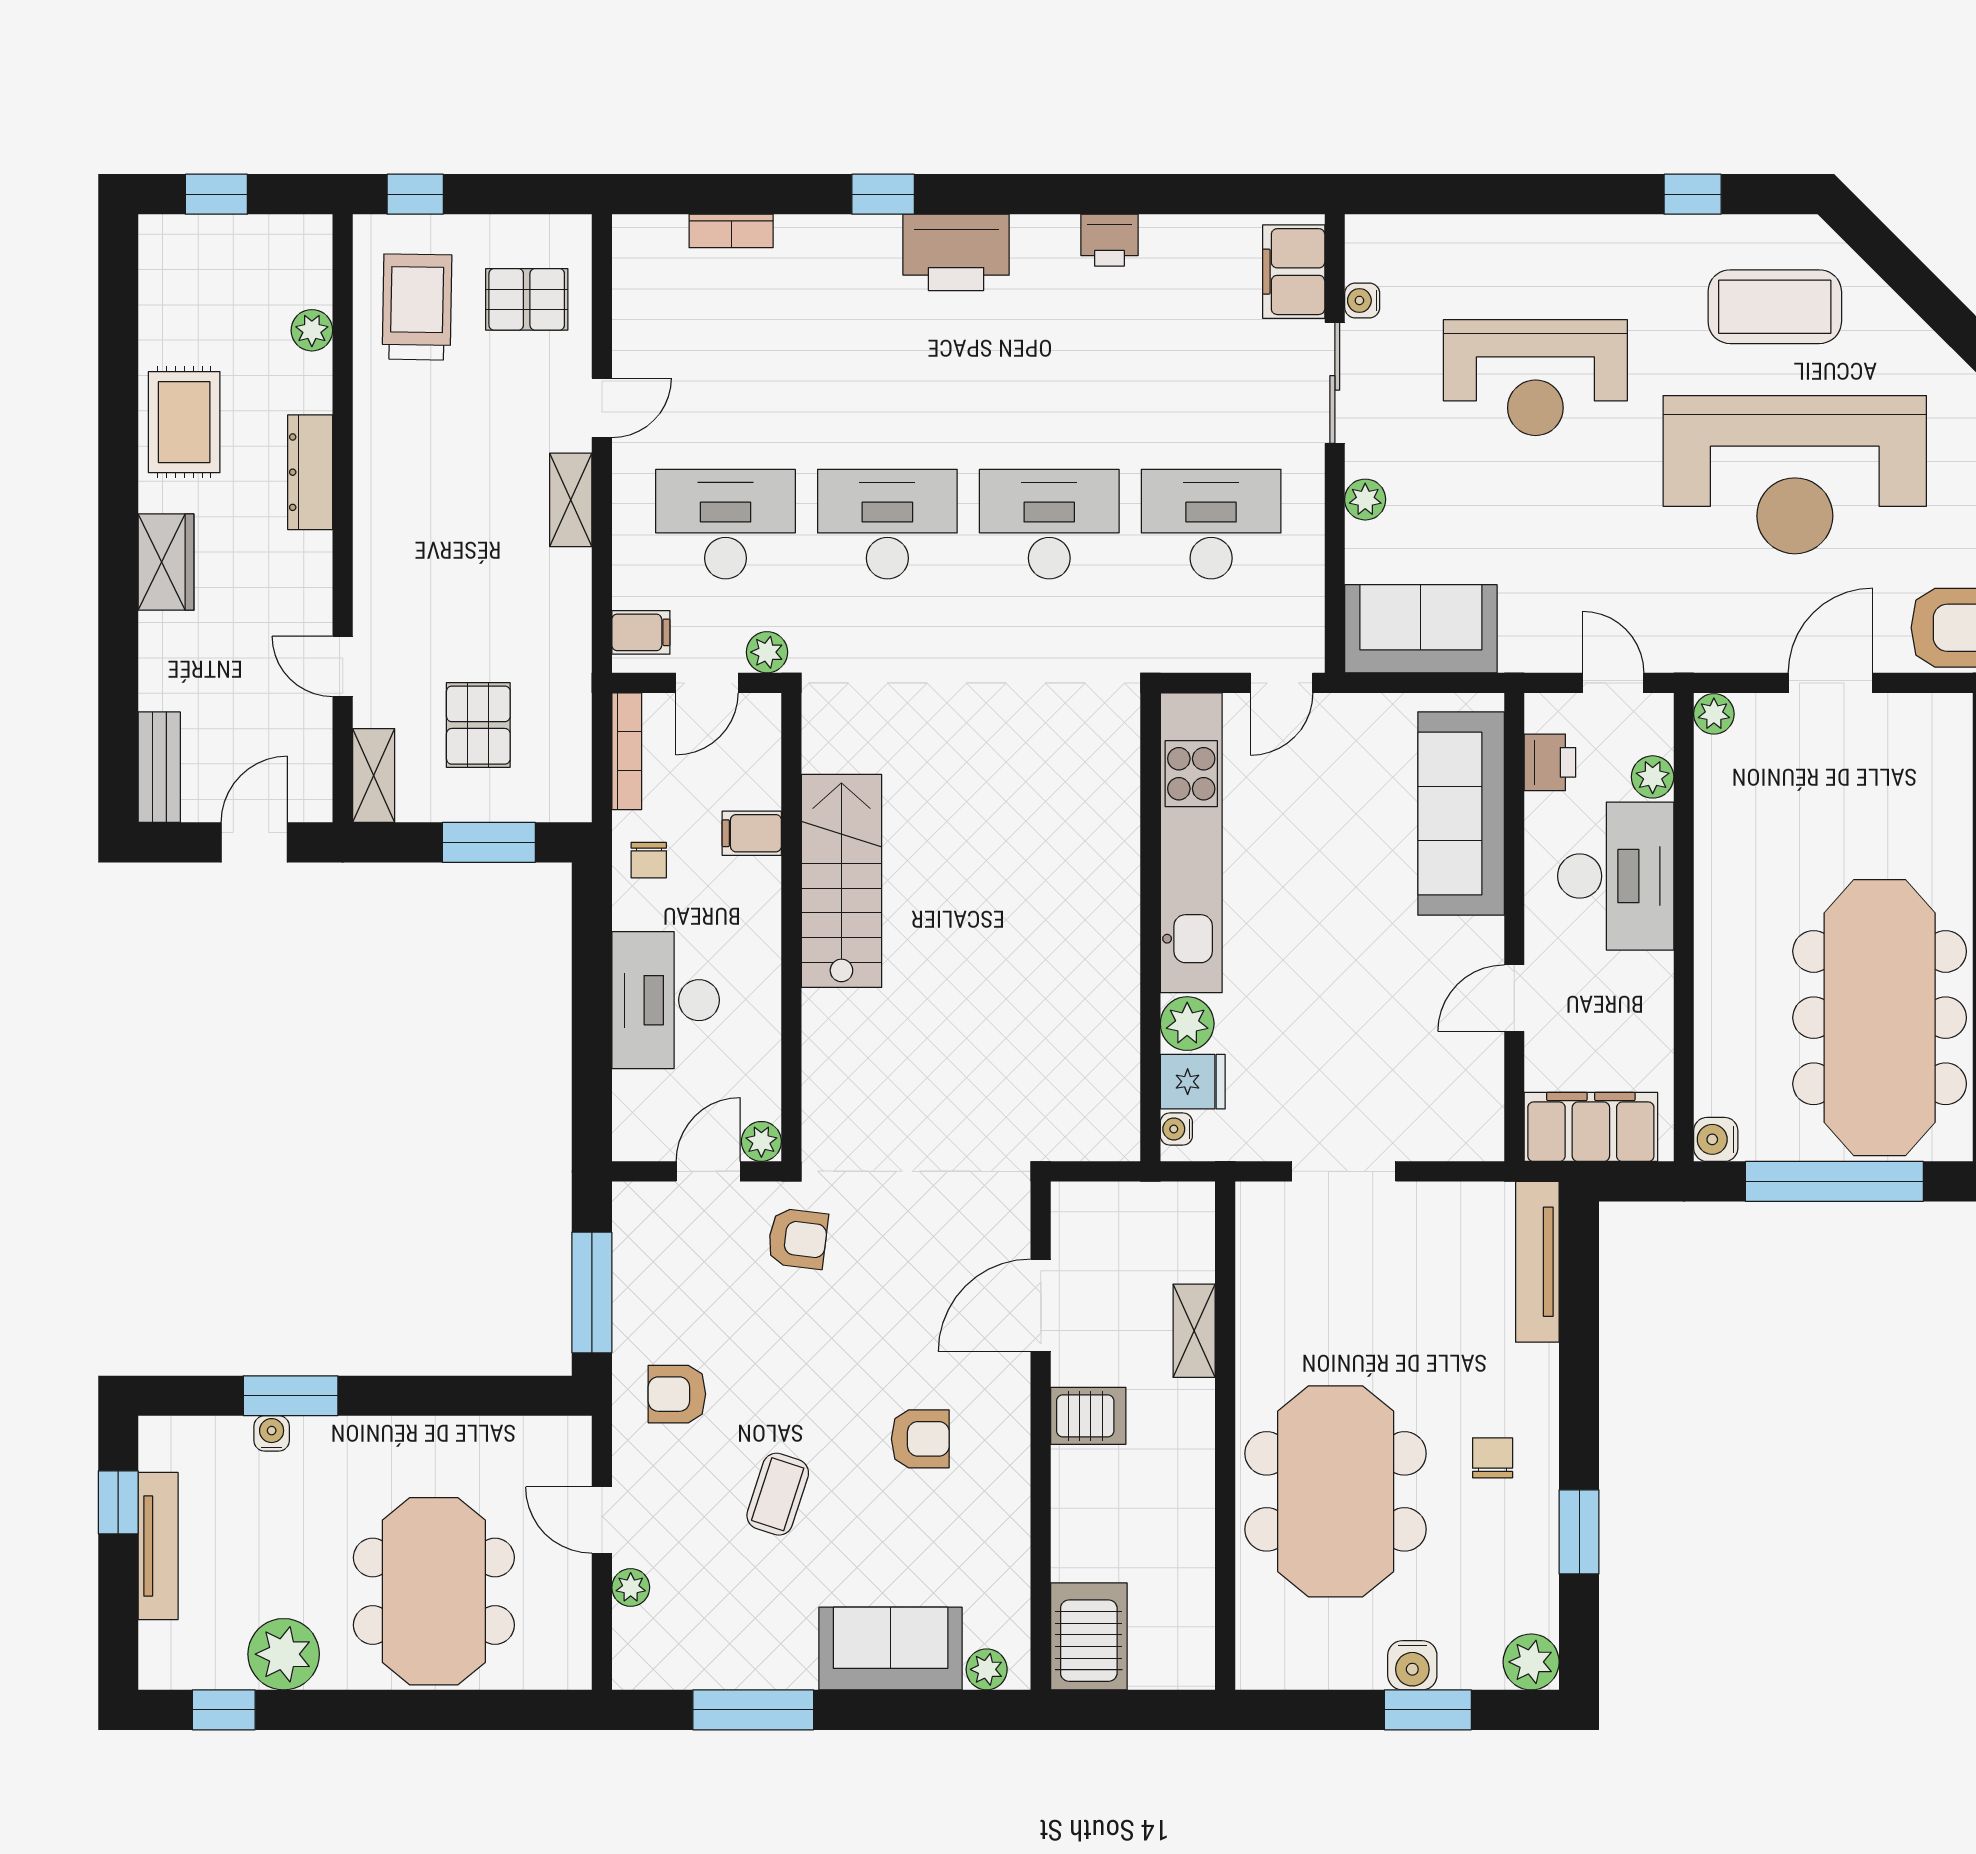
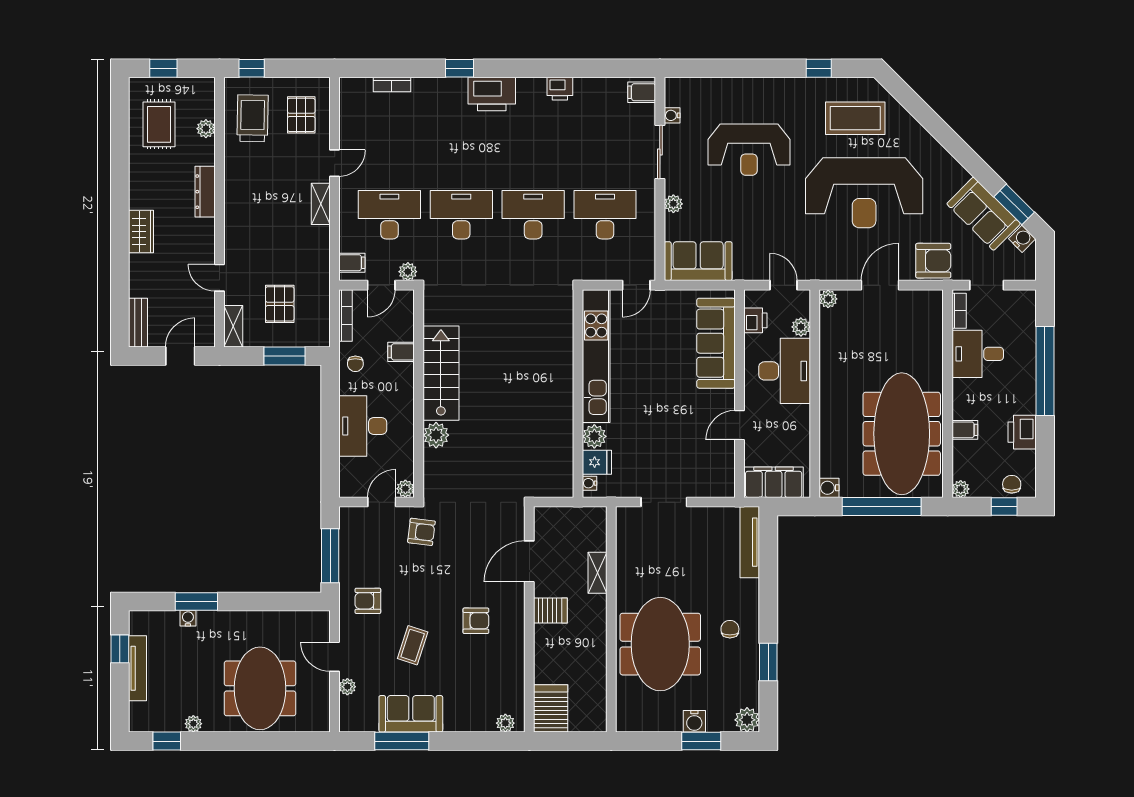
filing cabinet: (1294, 272) -> (642, 92), width x0.50
pallet: (527, 299) -> (301, 115), turned 90
rug: (184, 422) -> (159, 124), moved
plant: (830, 1021) -> (436, 435), added
sofa: (891, 1649) -> (411, 714), moved
plant: (284, 1654) -> (193, 724), width x0.53, depth x0.53

